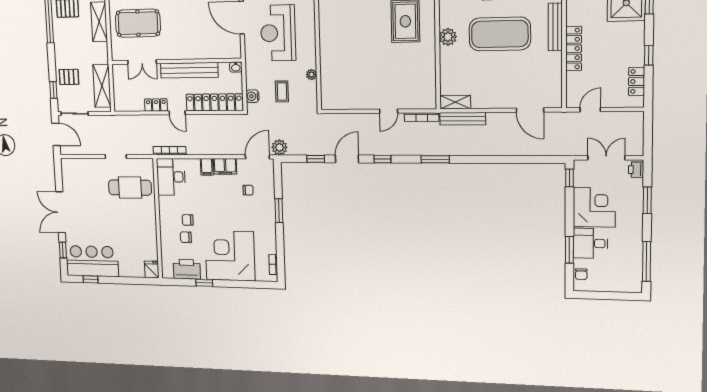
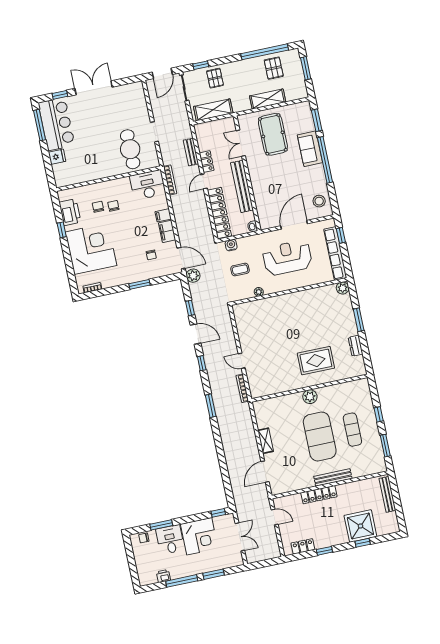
shelving: (455, 102) -> (266, 441), moved
bench: (463, 119) -> (191, 152), moved, width x0.73
printer: (636, 170) -> (163, 576), moved
window: (647, 261) -> (182, 581), moved
fridge: (152, 270) -> (57, 157), moved
window: (91, 279) -> (40, 125), width x2.17

